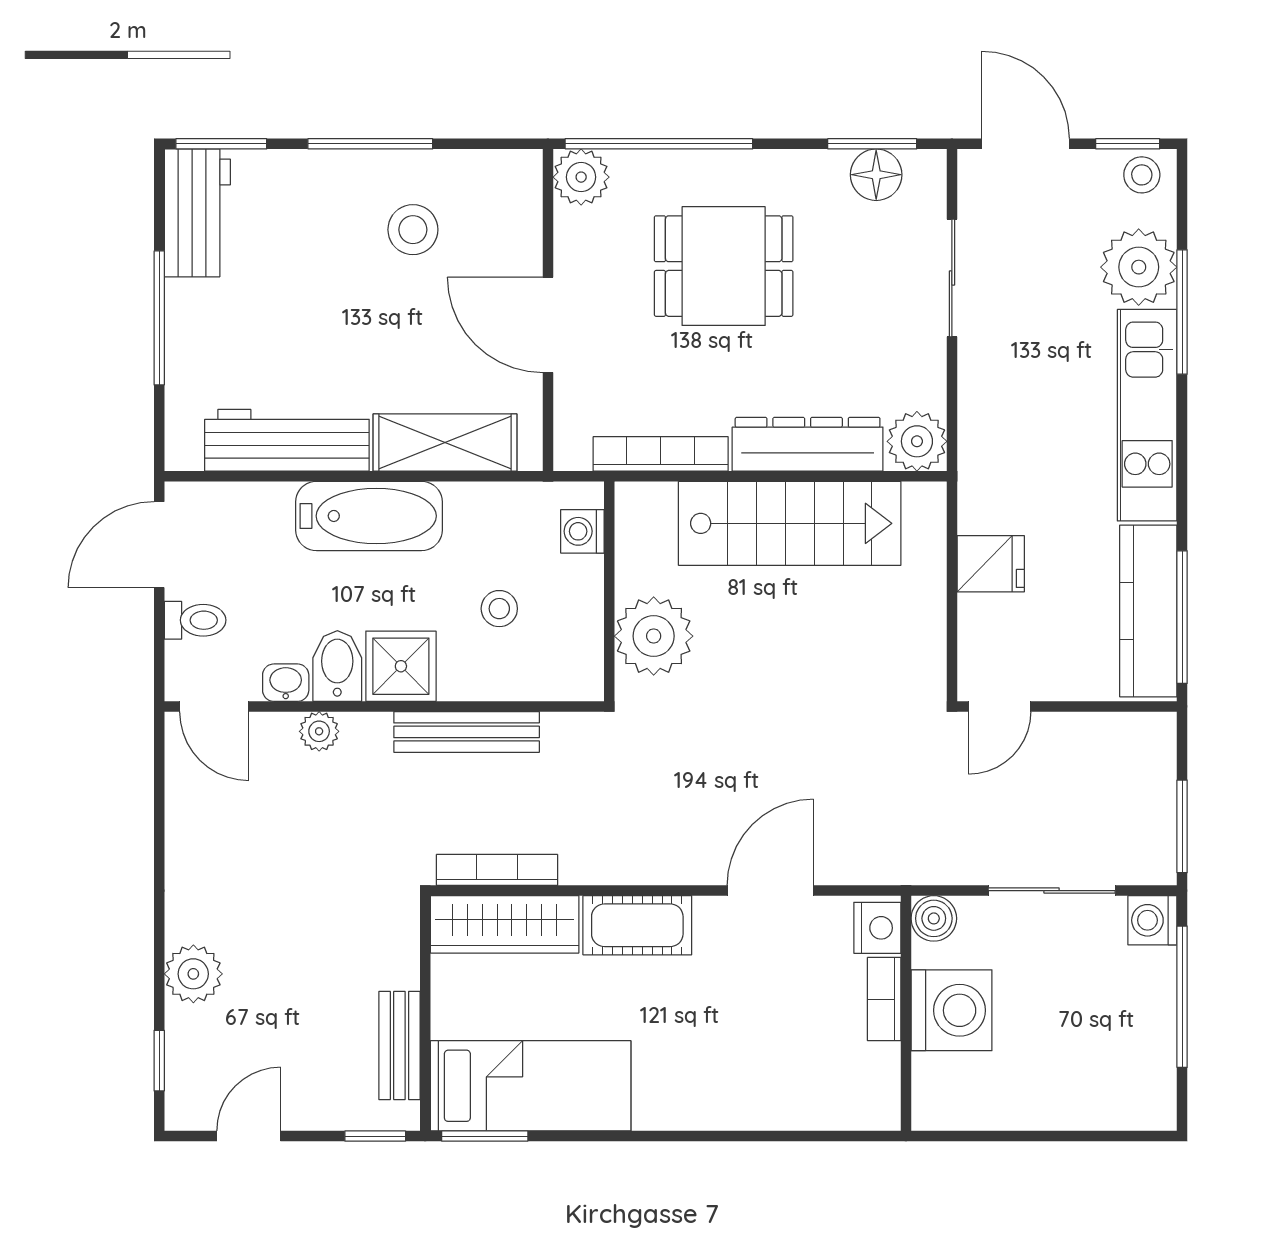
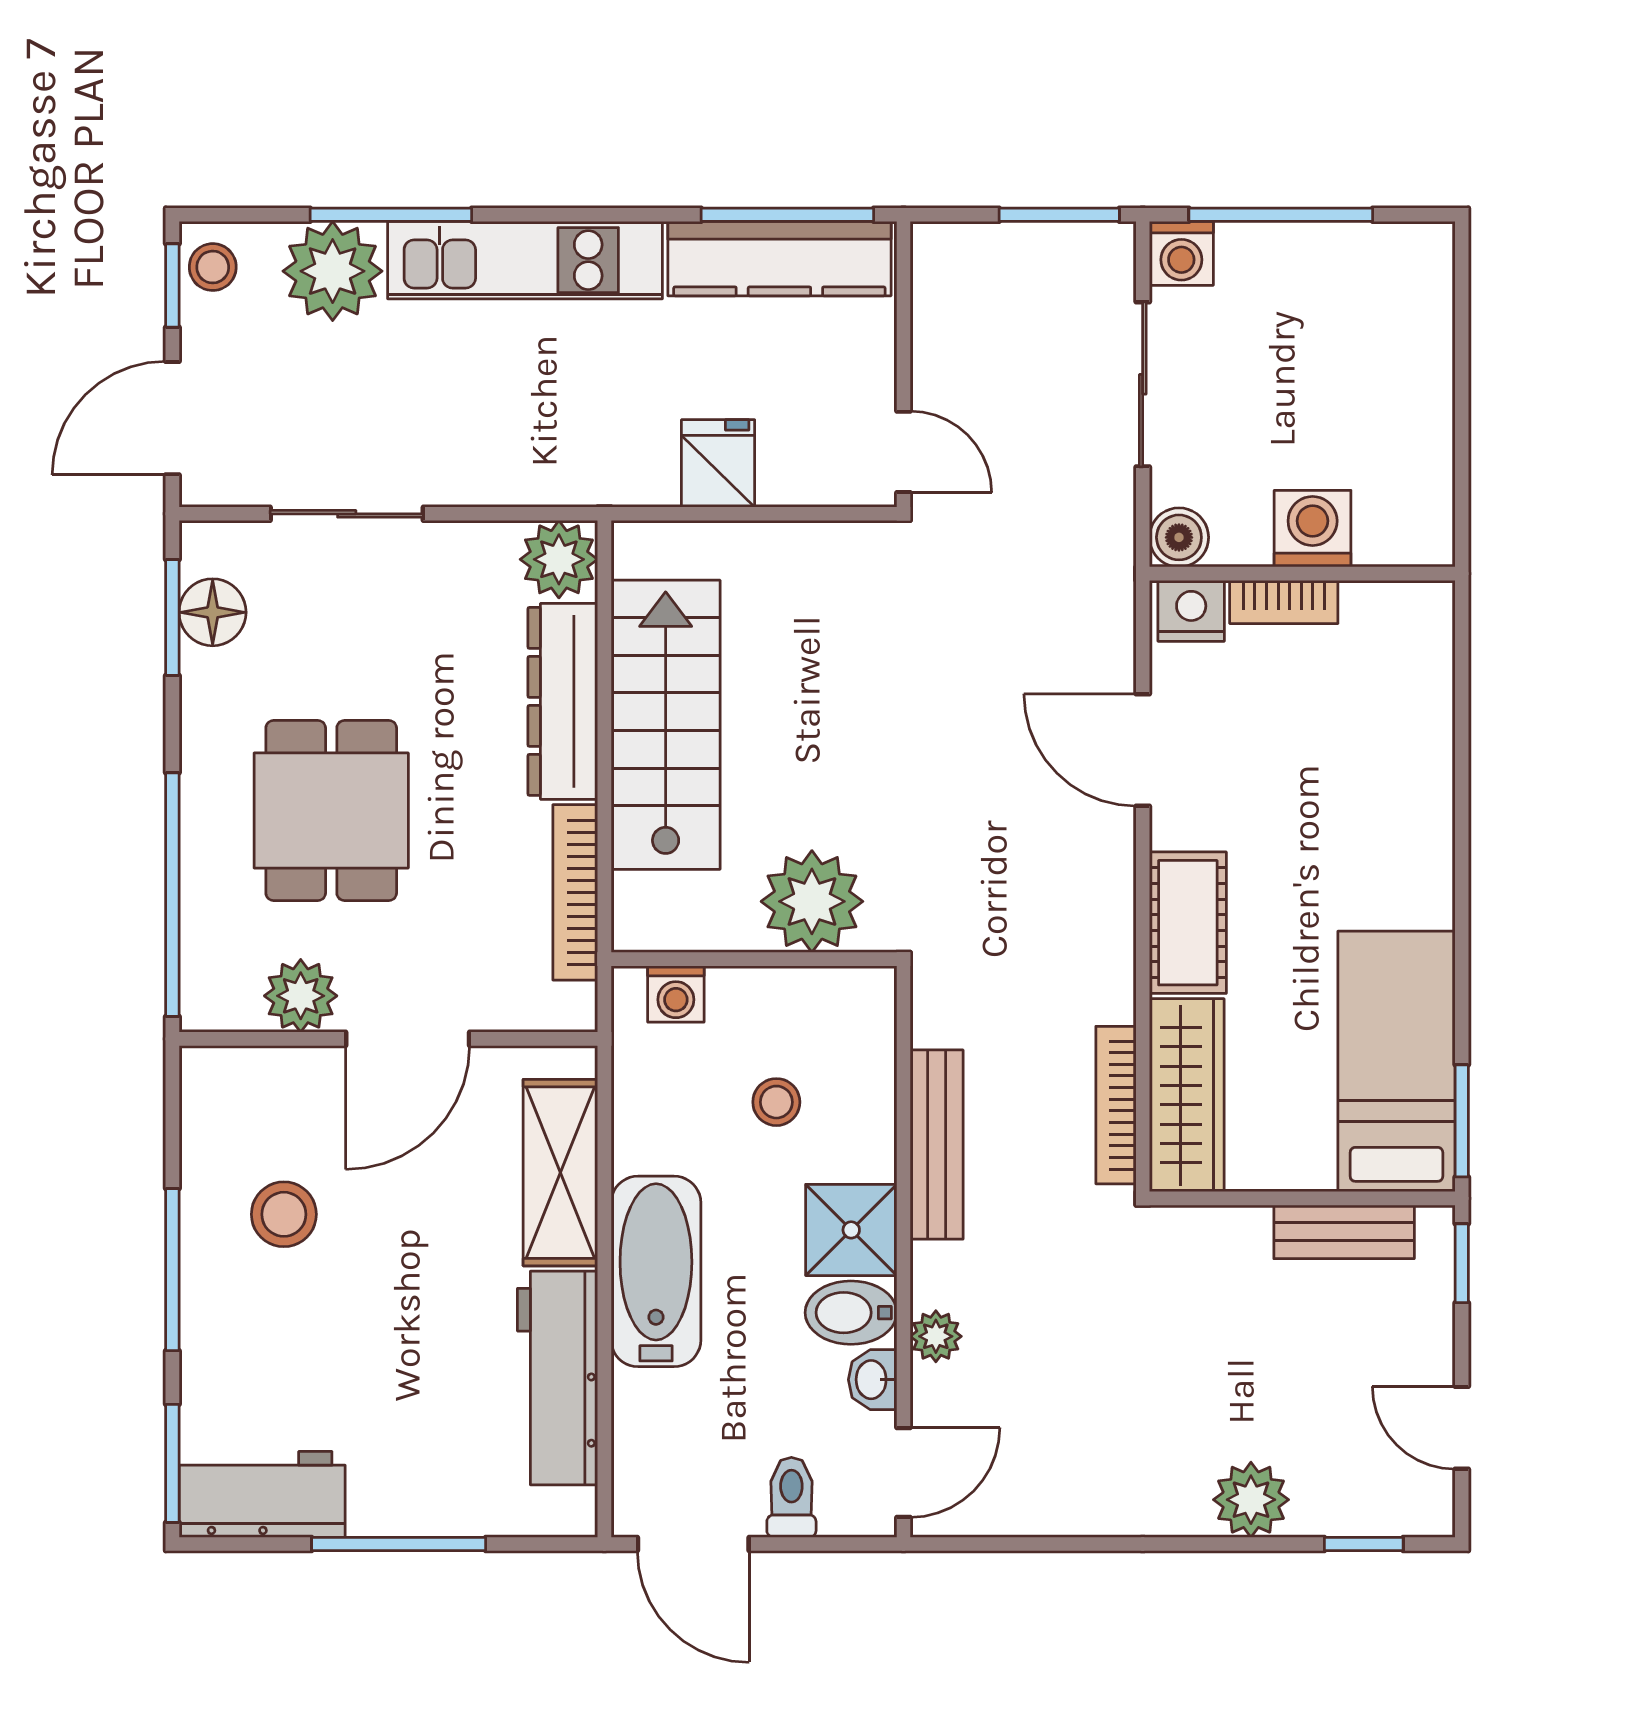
plant: (581, 177) -> (301, 996), moved
washing machine: (951, 1010) -> (1313, 529), width x0.73, depth x0.73

